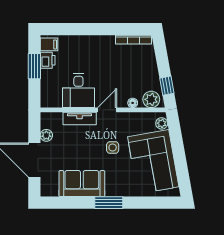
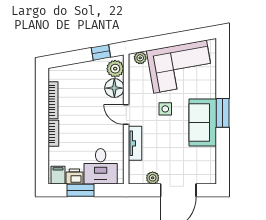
bookcase: (89, 40) -> (53, 133), added
bookcase: (134, 40) -> (53, 100), moved
desk: (78, 91) -> (101, 166), moved, turned 90
floor lamp: (133, 103) -> (114, 88), width x1.89, depth x1.89
sofa: (82, 184) -> (203, 123), moved

